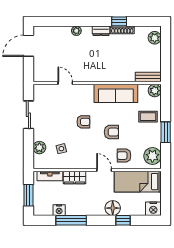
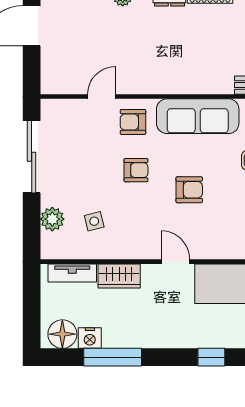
door: (65, 83) -> (102, 97), hinge flipped
sliding door: (28, 115) -> (32, 157), width x1.37
armchair: (124, 156) -> (133, 122), moved
window: (28, 195) -> (32, 310), removed
floor lamp: (113, 208) -> (62, 334), moved

